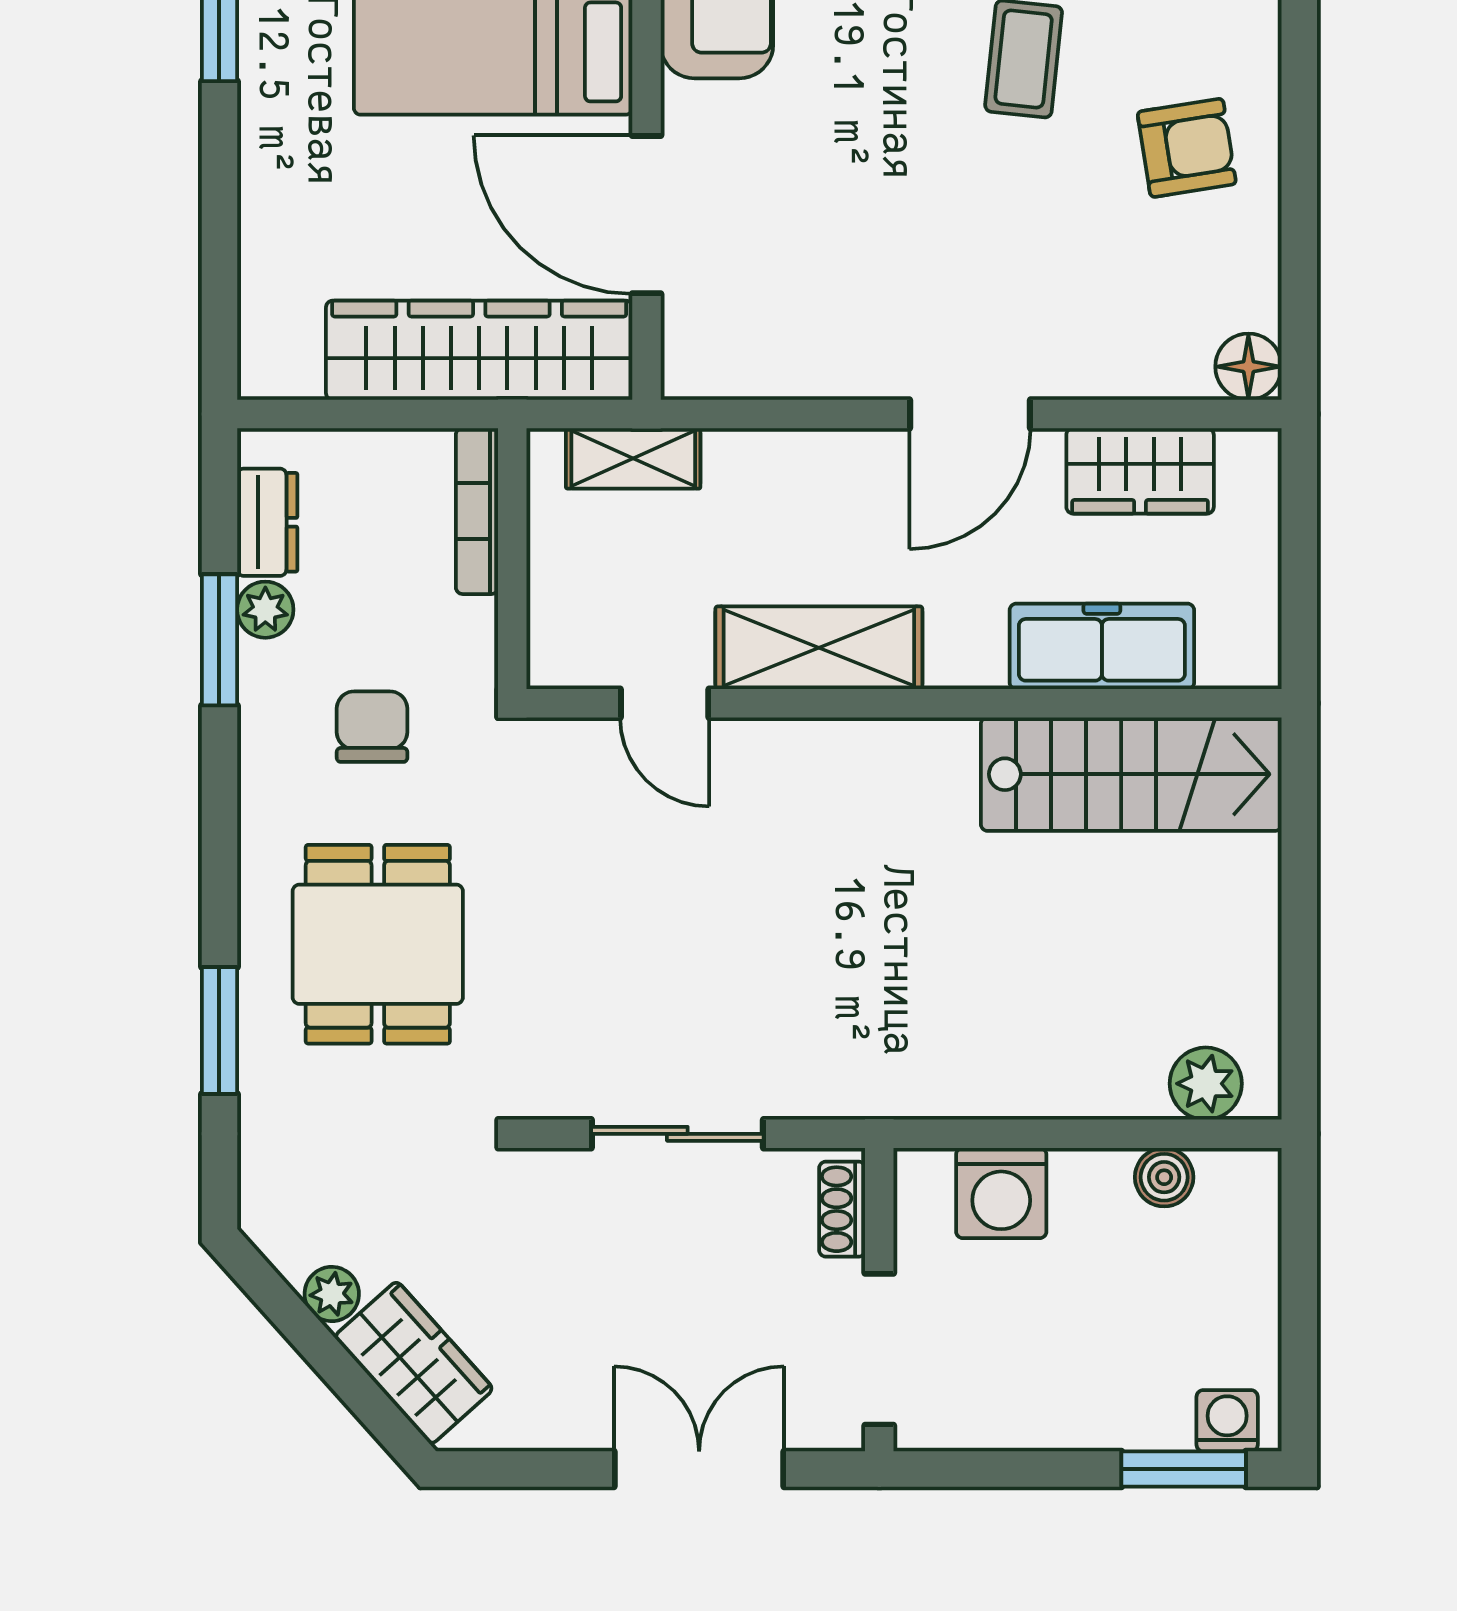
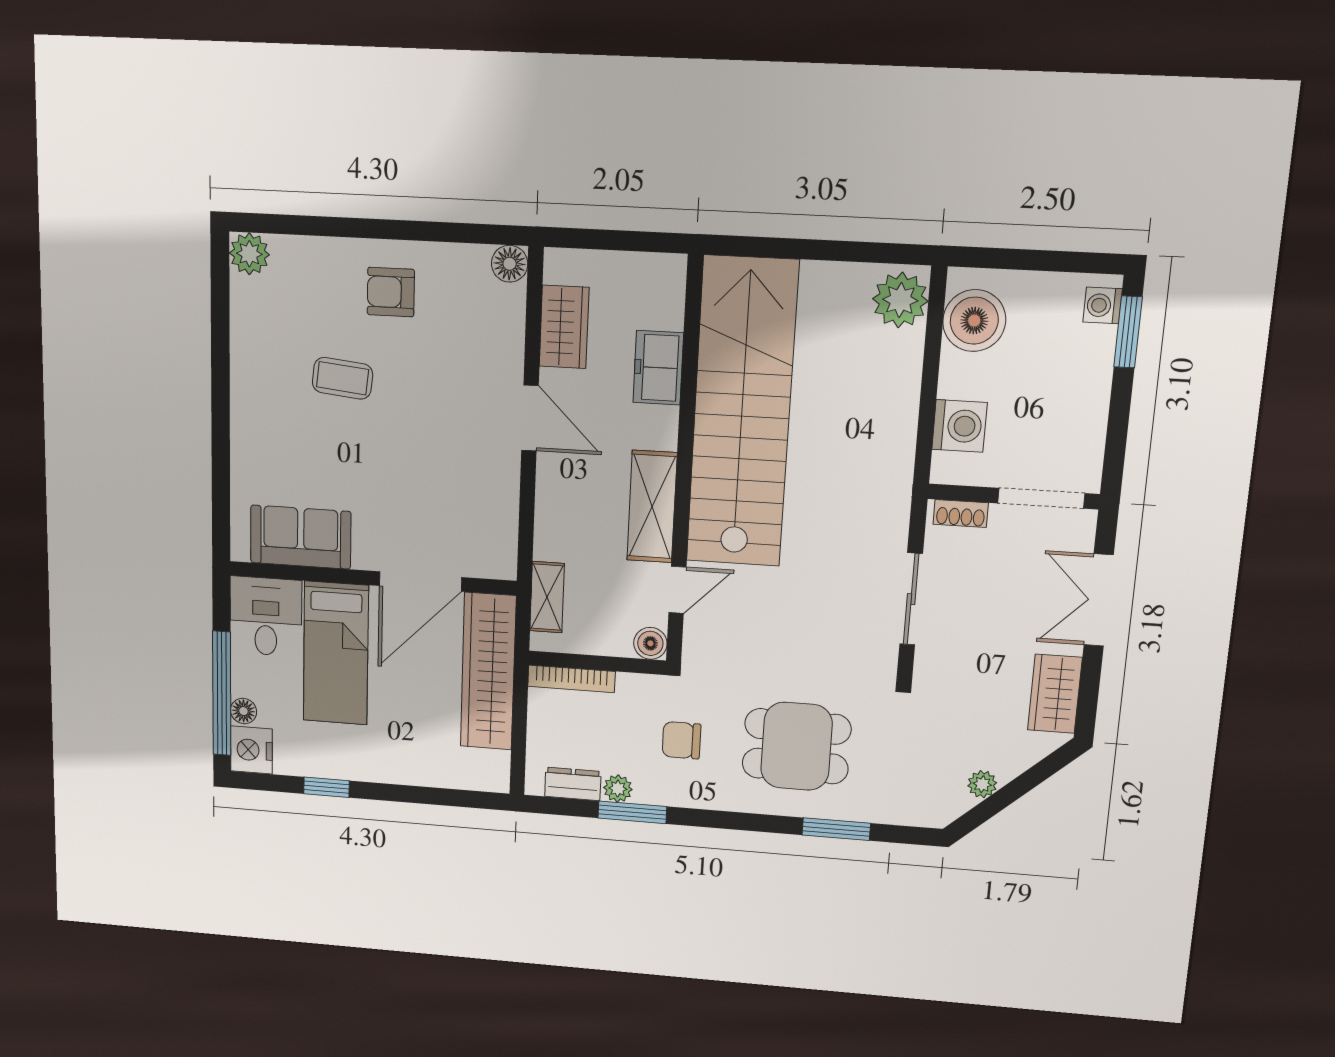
armchair: (1187, 148) -> (391, 292), turned -81
freezer: (1102, 646) -> (658, 368), width x0.71
boiler: (558, 658) -> (650, 643), added
stairs: (1131, 774) -> (742, 413), width x1.86, depth x1.51
plant: (1206, 1084) -> (900, 300), width x1.36, depth x1.36
boiler: (1164, 1177) -> (974, 321), width x1.86, depth x1.86
wardrobe: (414, 1363) -> (1055, 694), moved, turned -48

